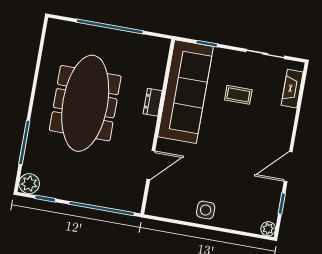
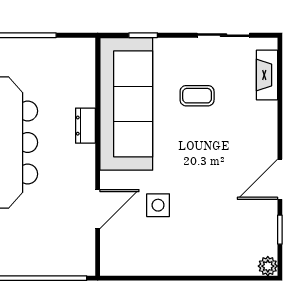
side table: (206, 210) -> (158, 205), moved

